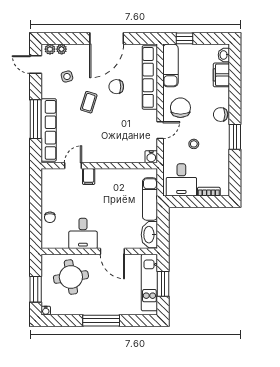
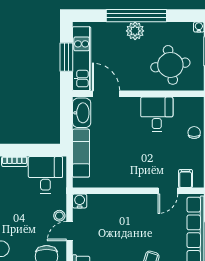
stool: (194, 144) -> (59, 216), moved
filing cabinet: (89, 177) -> (186, 179), moved
door: (112, 251) -> (106, 94), moved
plant: (102, 307) -> (135, 31), added
window: (101, 321) -> (136, 16), width x1.46

